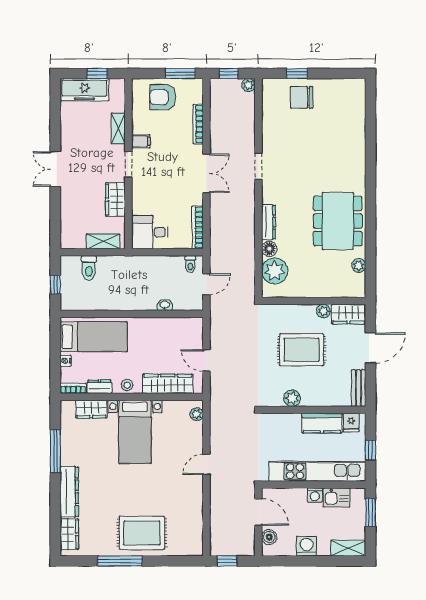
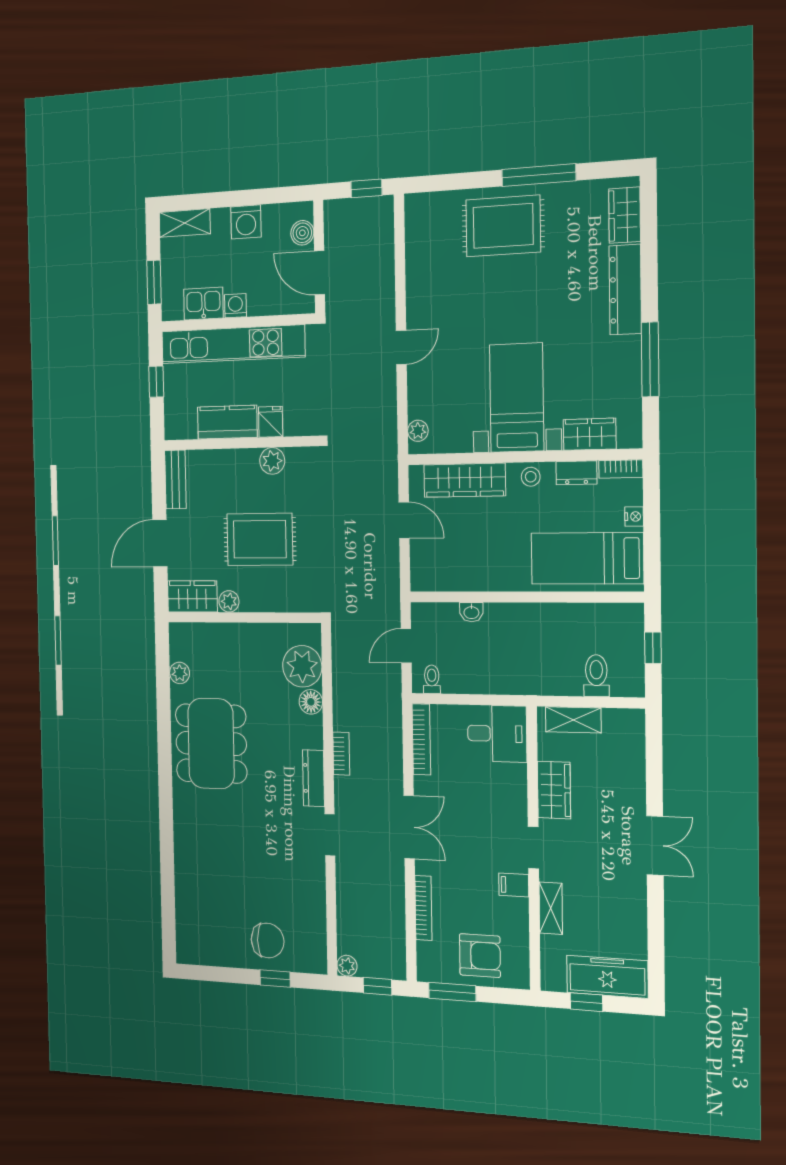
double door: (206, 173) -> (409, 827), swing flipped
bookcase: (250, 217) -> (341, 754), added
dresser: (269, 222) -> (314, 778), moved
fridge: (351, 422) -> (271, 422), moved

